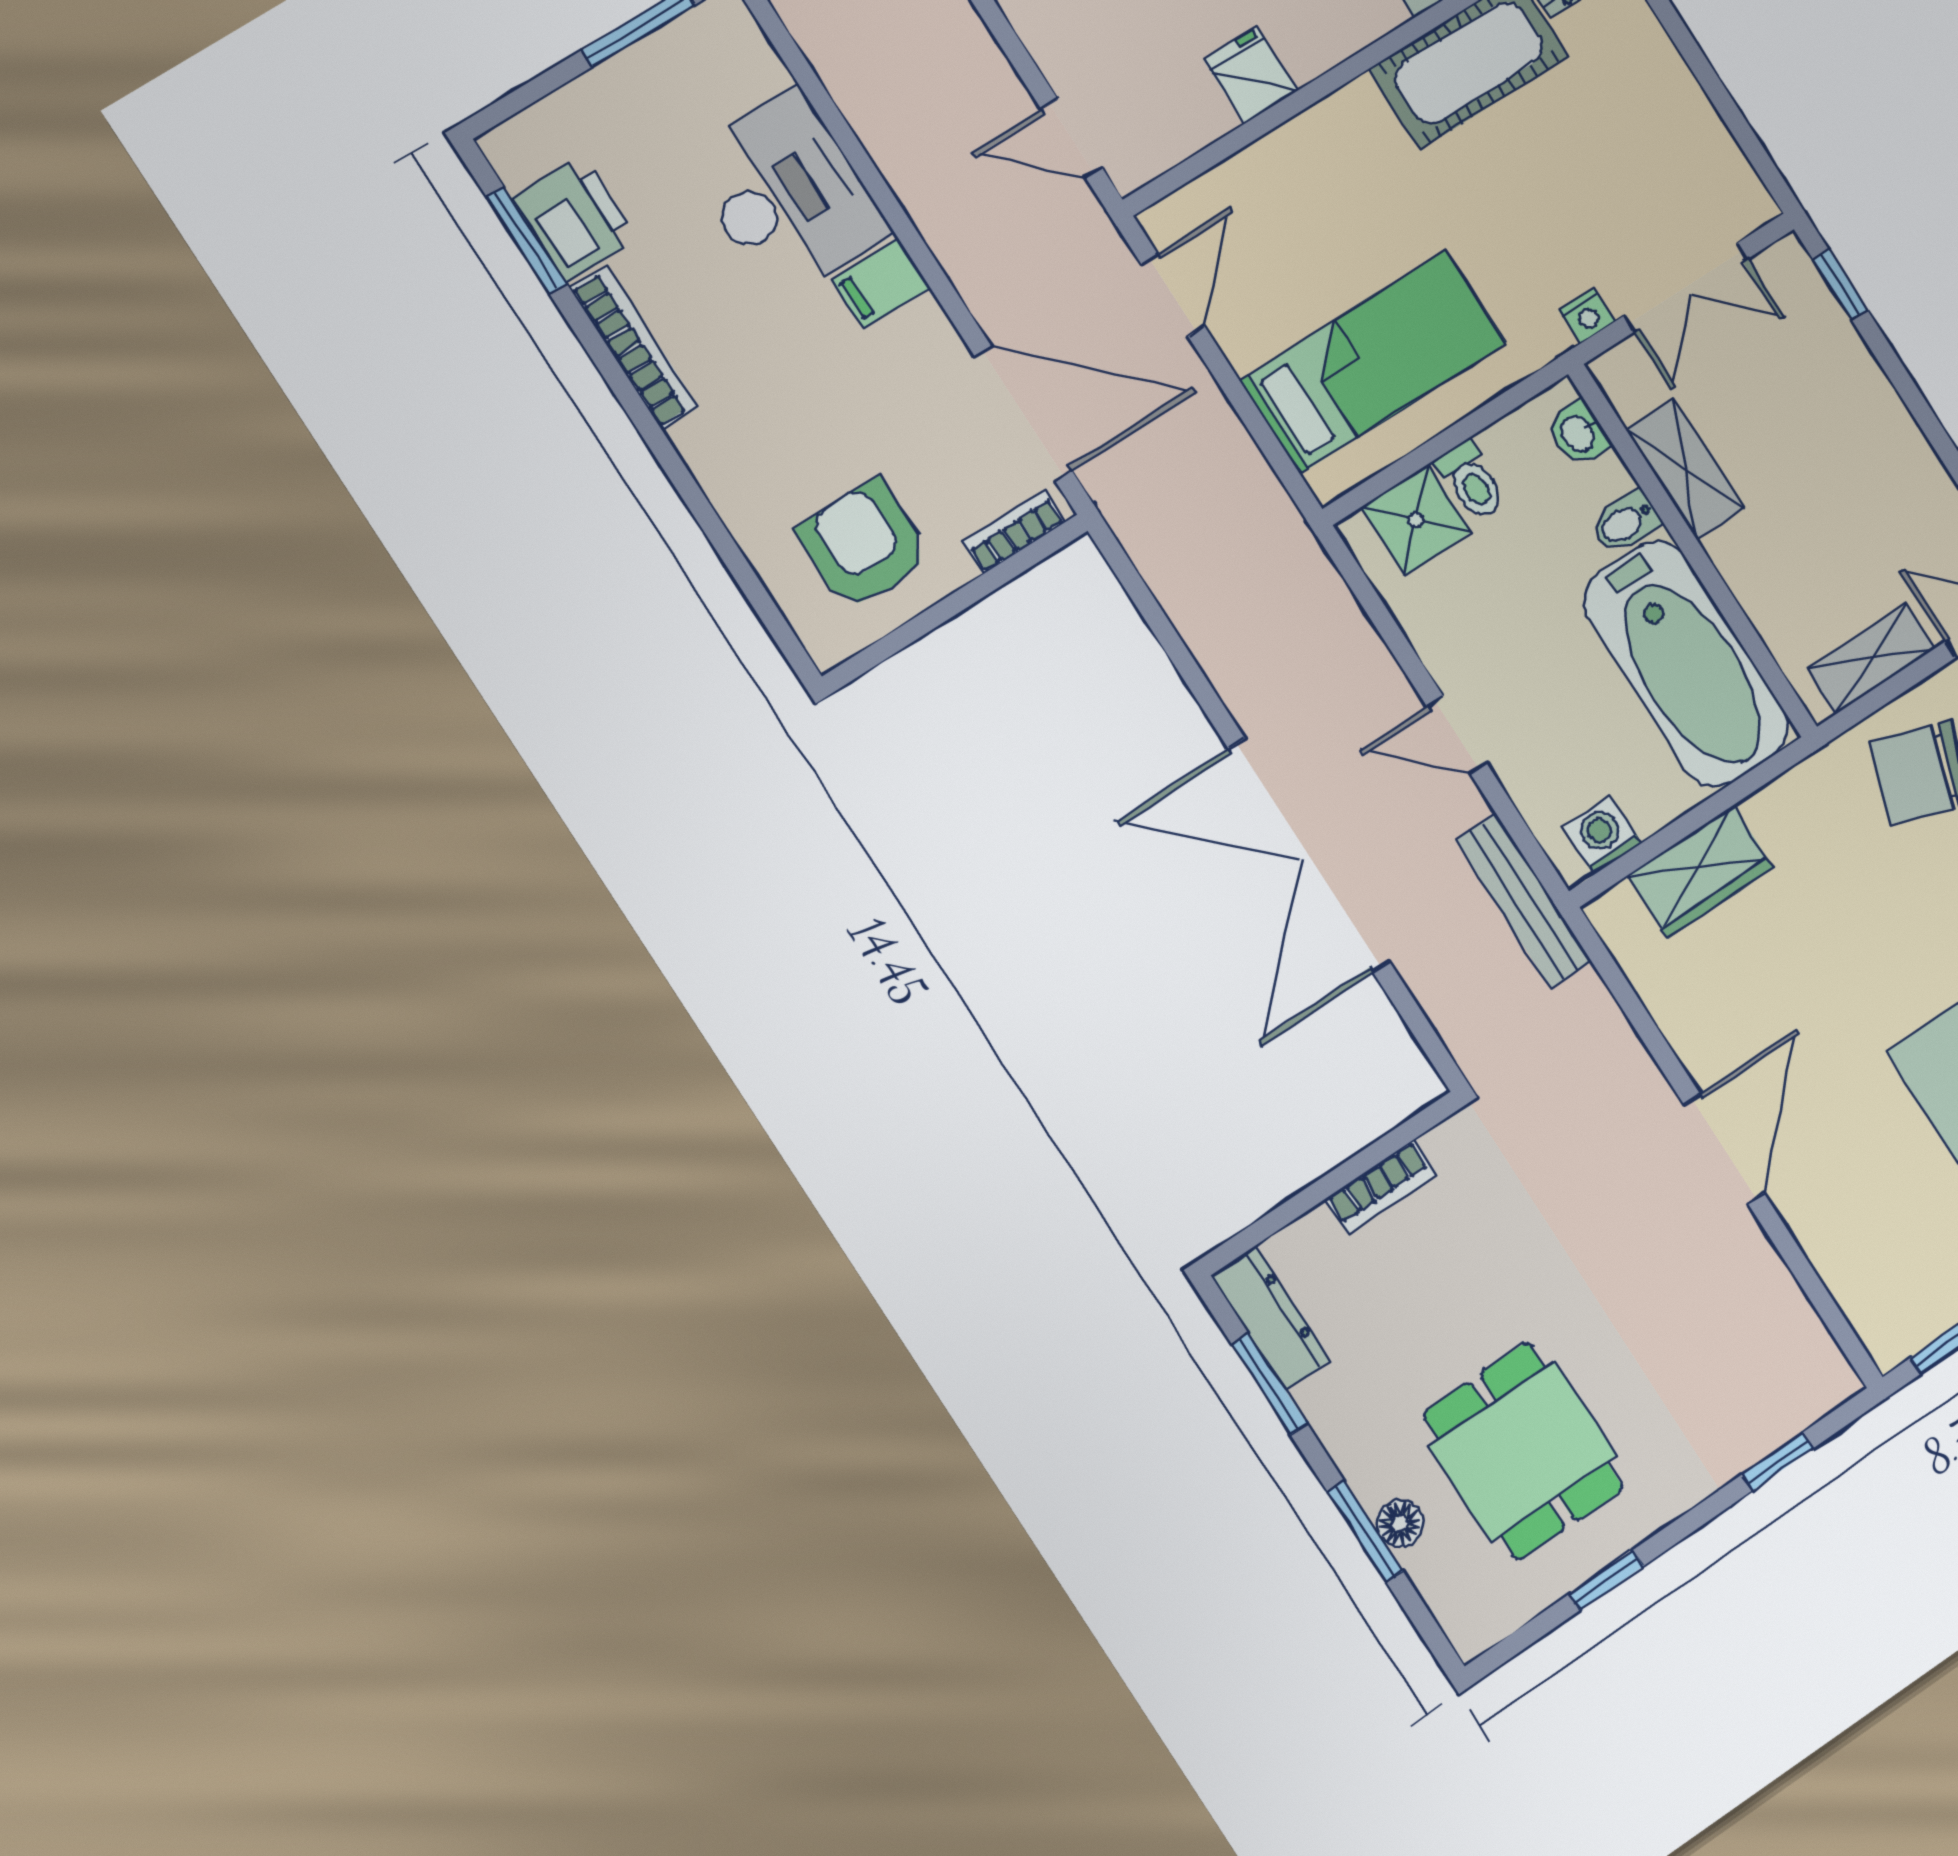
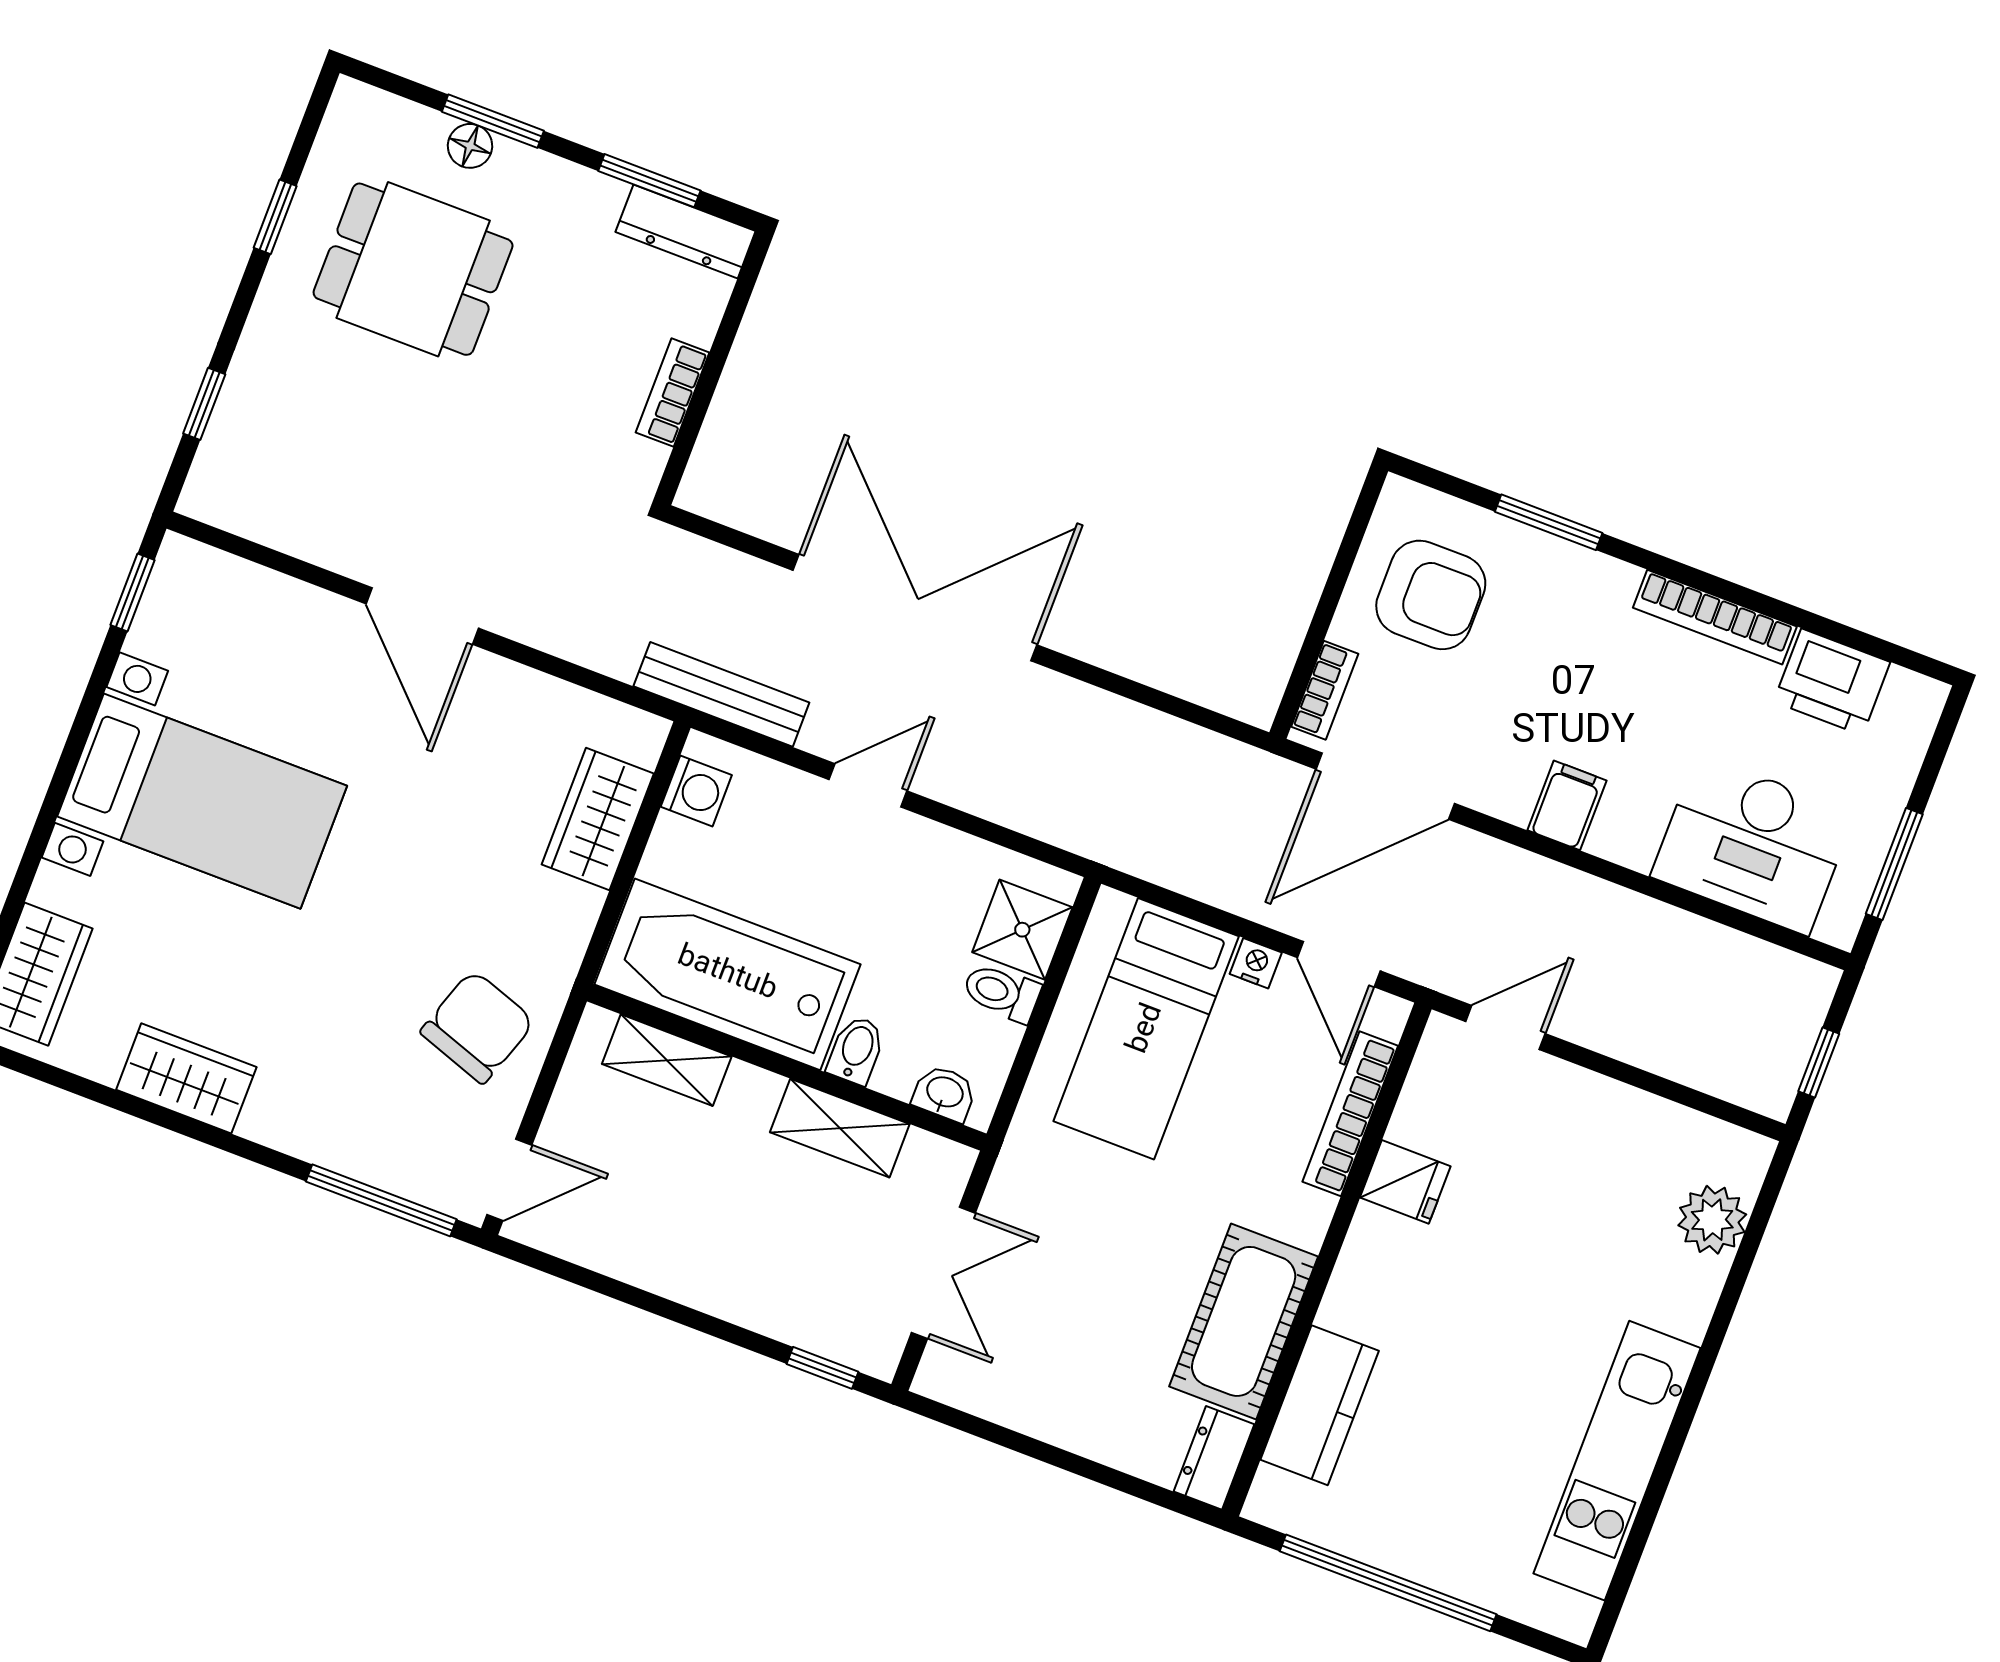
bookcase: (1255, 165) -> (1350, 1114), added
desk: (787, 195) -> (1753, 845), moved
window: (527, 240) -> (1549, 522), moved
double door: (1686, 287) -> (943, 1273), swing flipped
nightstand: (1587, 316) -> (1256, 963), moved, turned 90
shelving: (1871, 658) -> (667, 1060), moved, turned 90

